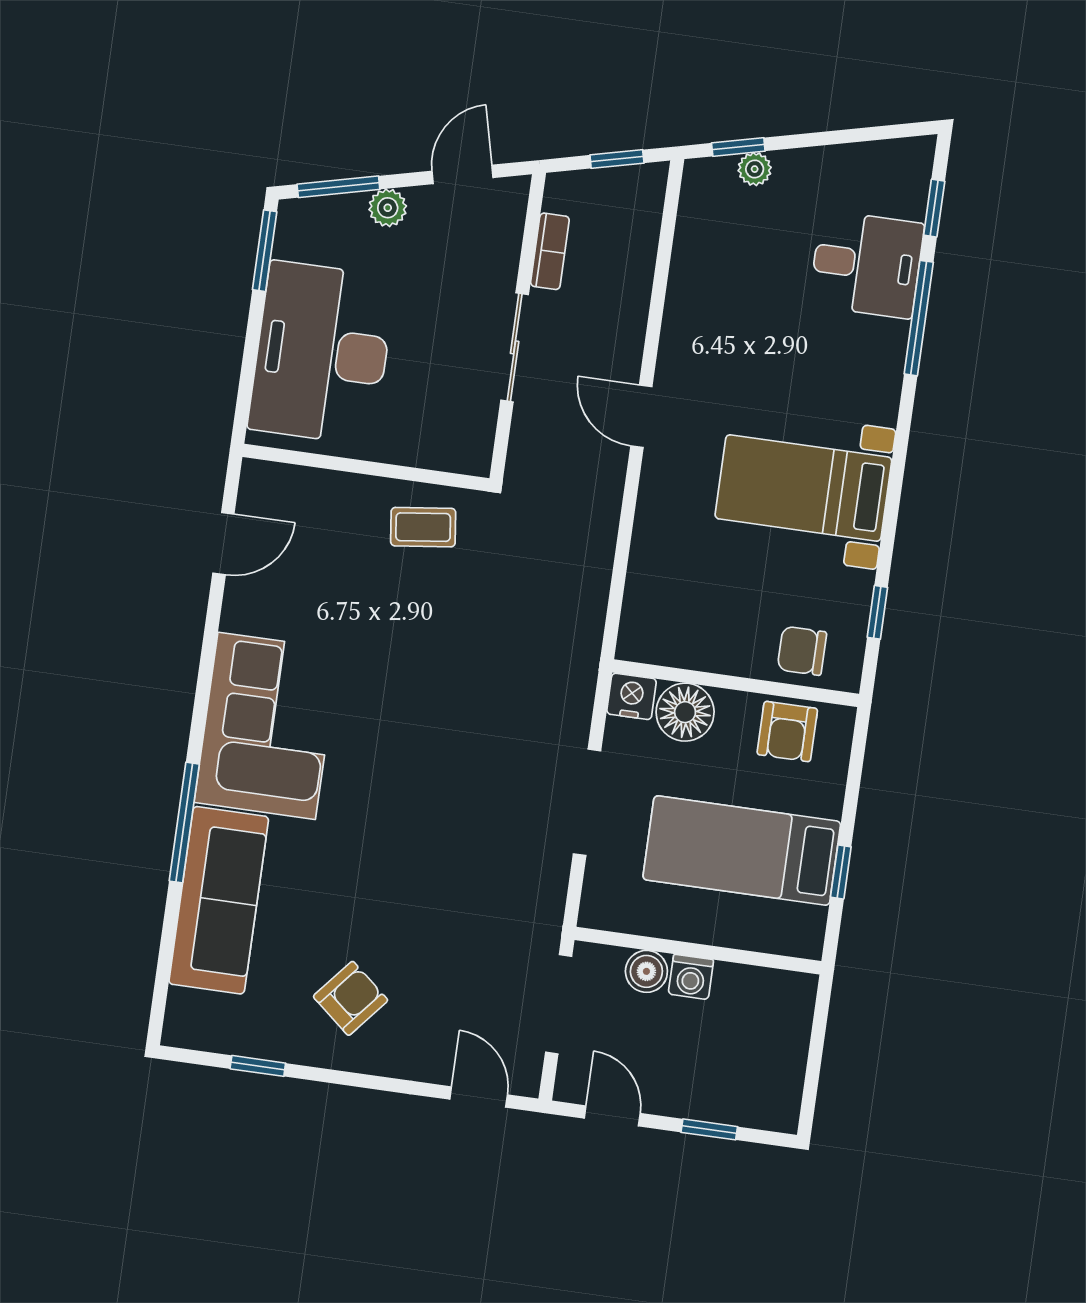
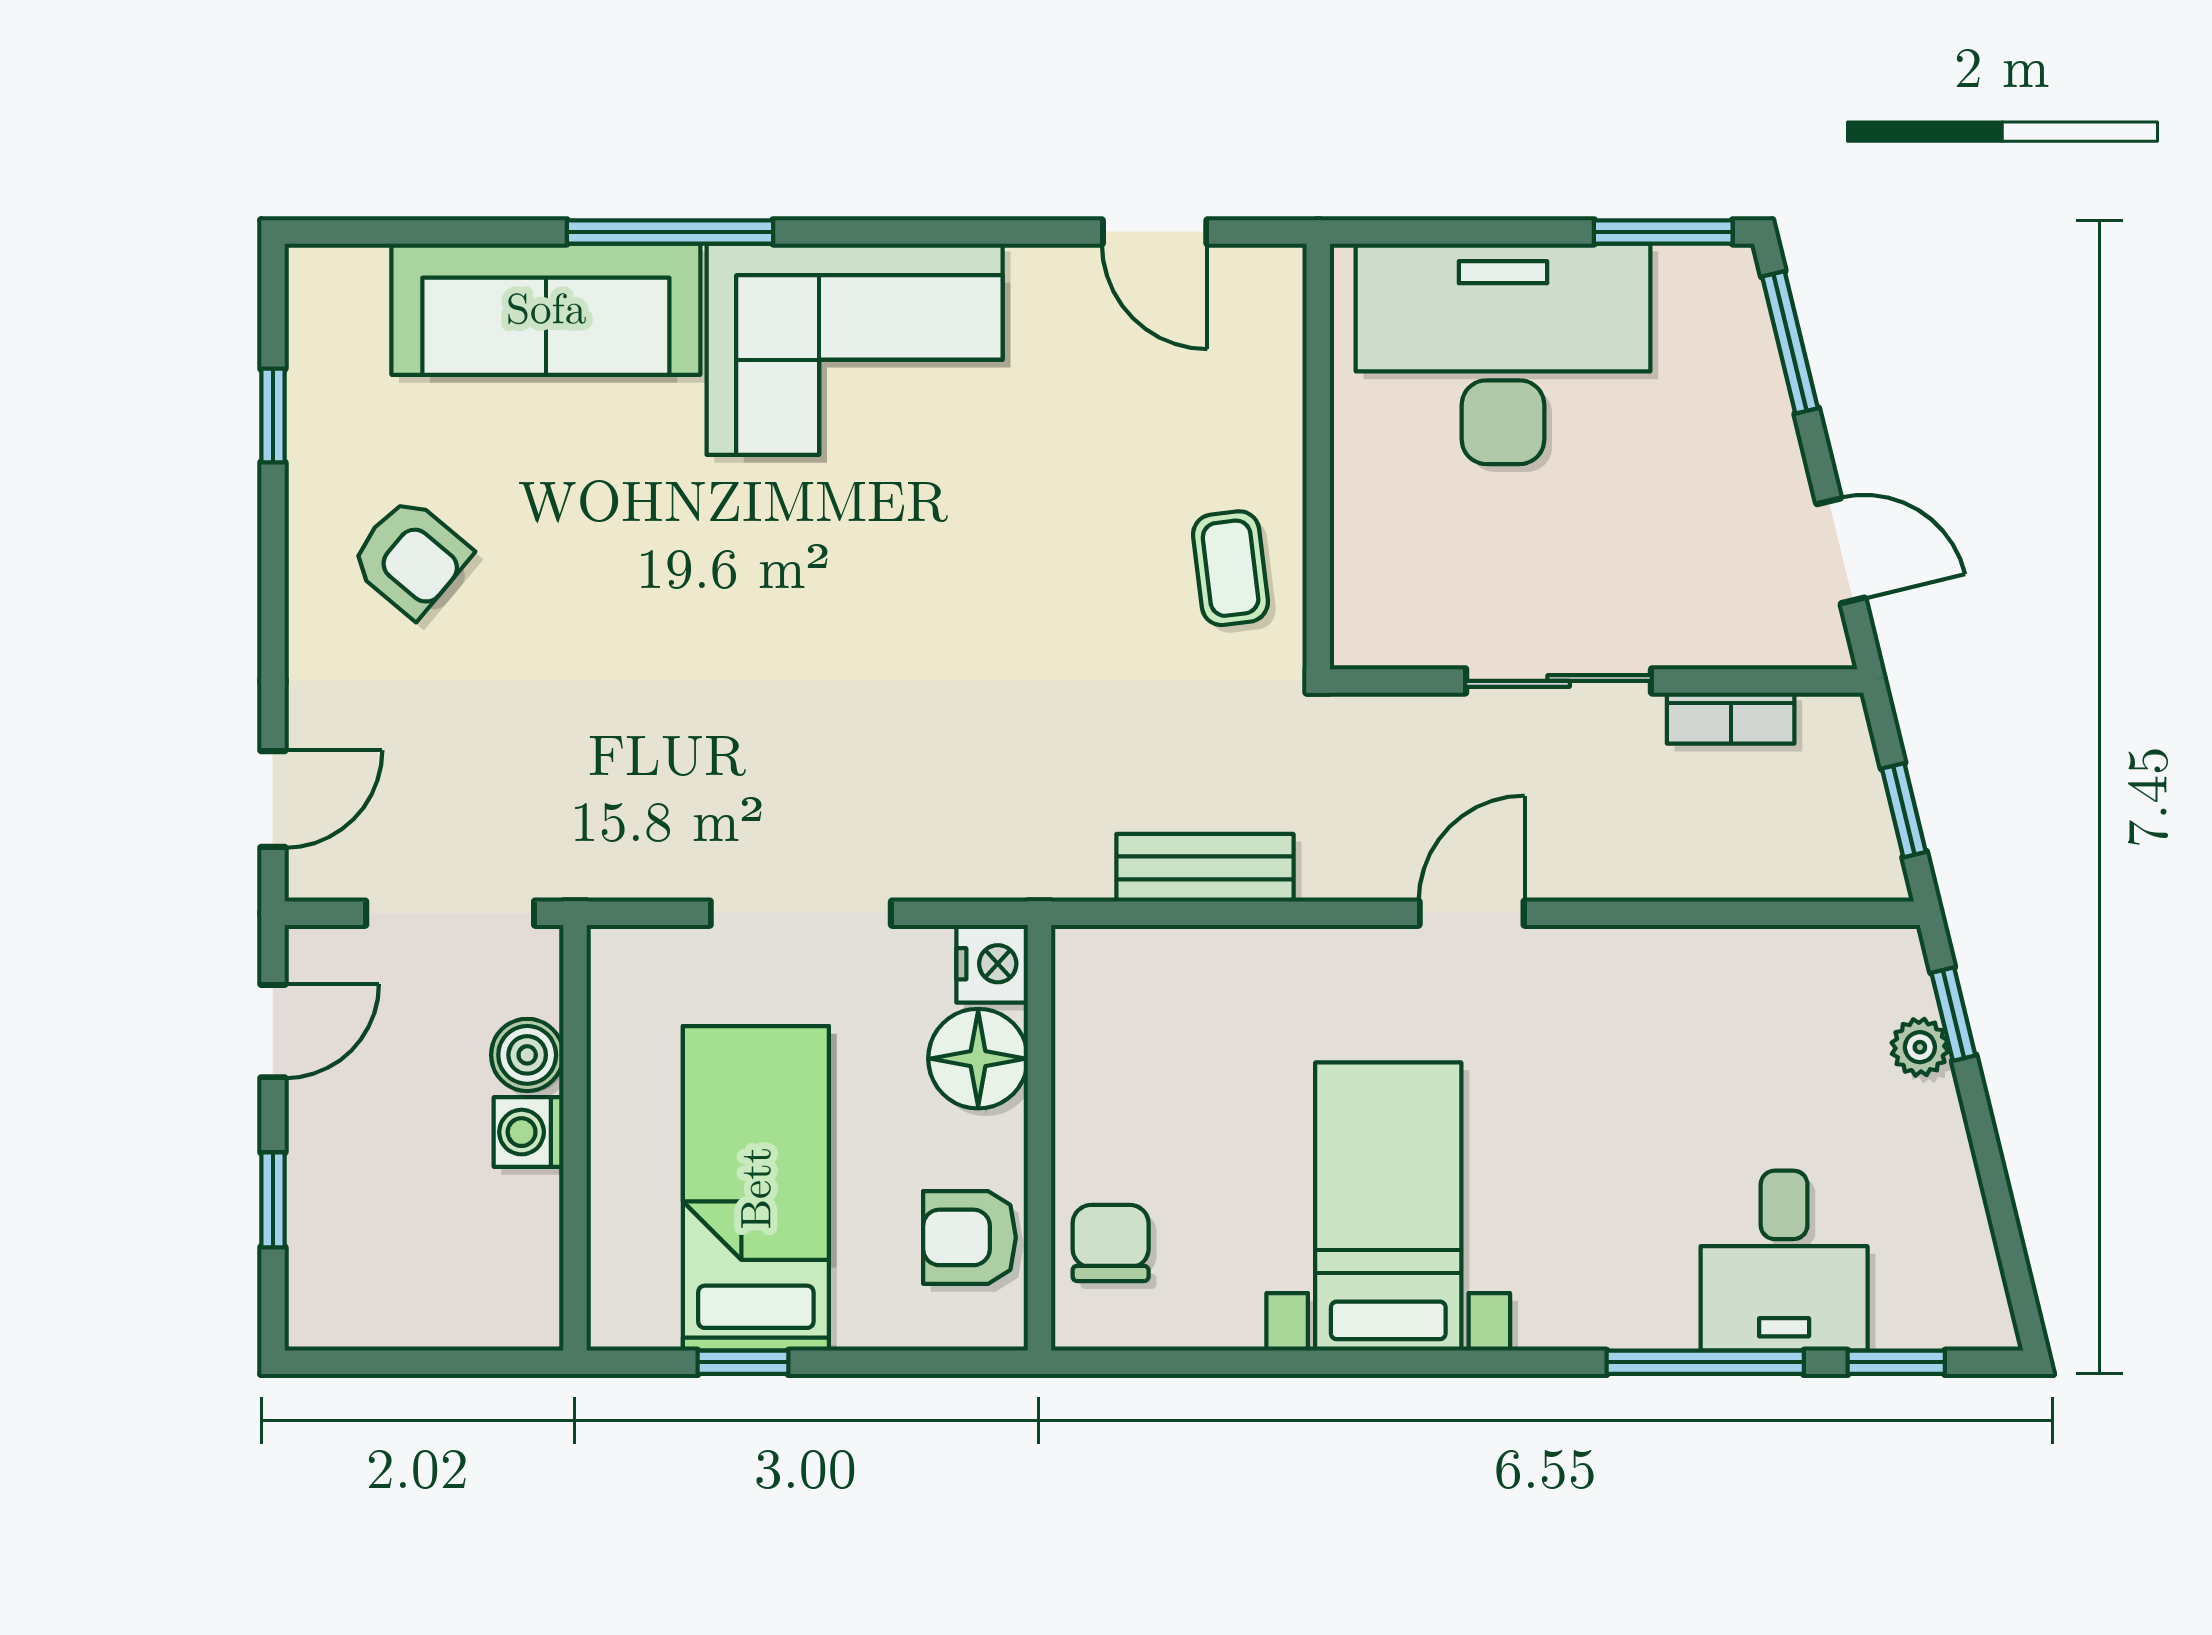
plant: (388, 208) -> (1766, 431), removed
bench: (594, 566) -> (1205, 868), added
window: (877, 612) -> (1194, 1362), removed

